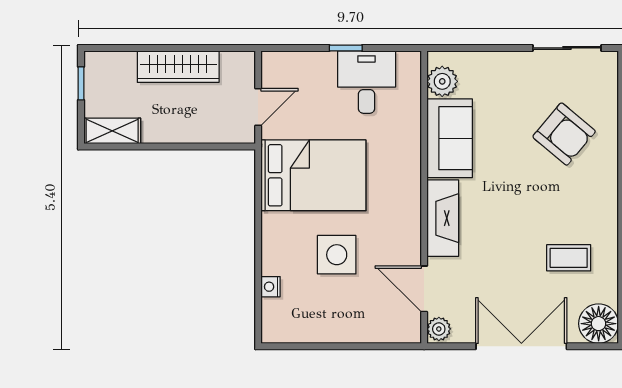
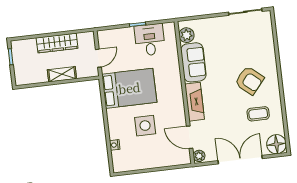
shelving: (112, 131) -> (62, 74), moved
armchair: (564, 134) -> (249, 80), moved

